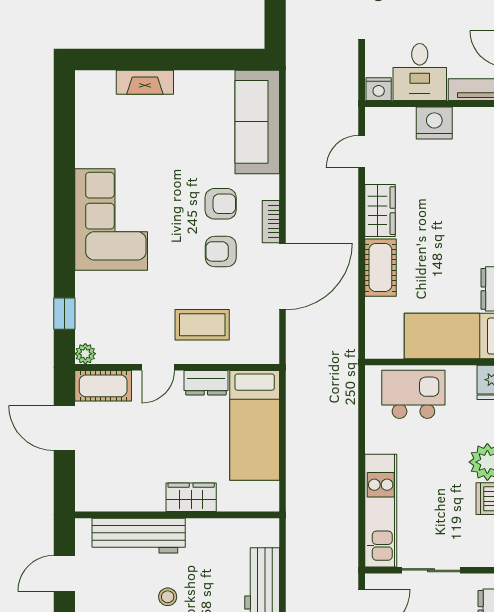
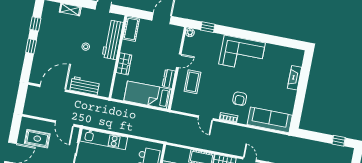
armchair: (221, 251) -> (221, 95), removed
door: (283, 276) -> (206, 118), width x0.53
door: (158, 367) -> (179, 61), swing flipped
cot: (103, 386) -> (131, 29), moved

